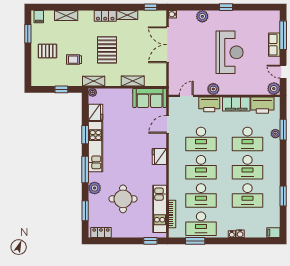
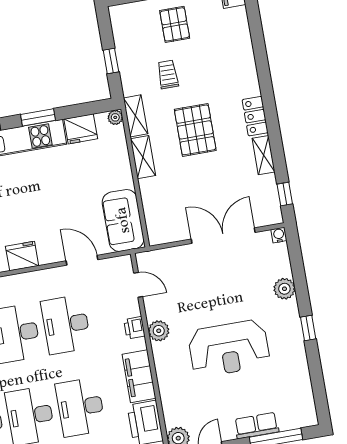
shelving: (66, 16) -> (244, 47), removed
pallet: (107, 50) -> (195, 130), turned 90
shelving: (133, 81) -> (143, 157), moved
printer: (209, 104) -> (134, 328), width x0.53, depth x0.68

